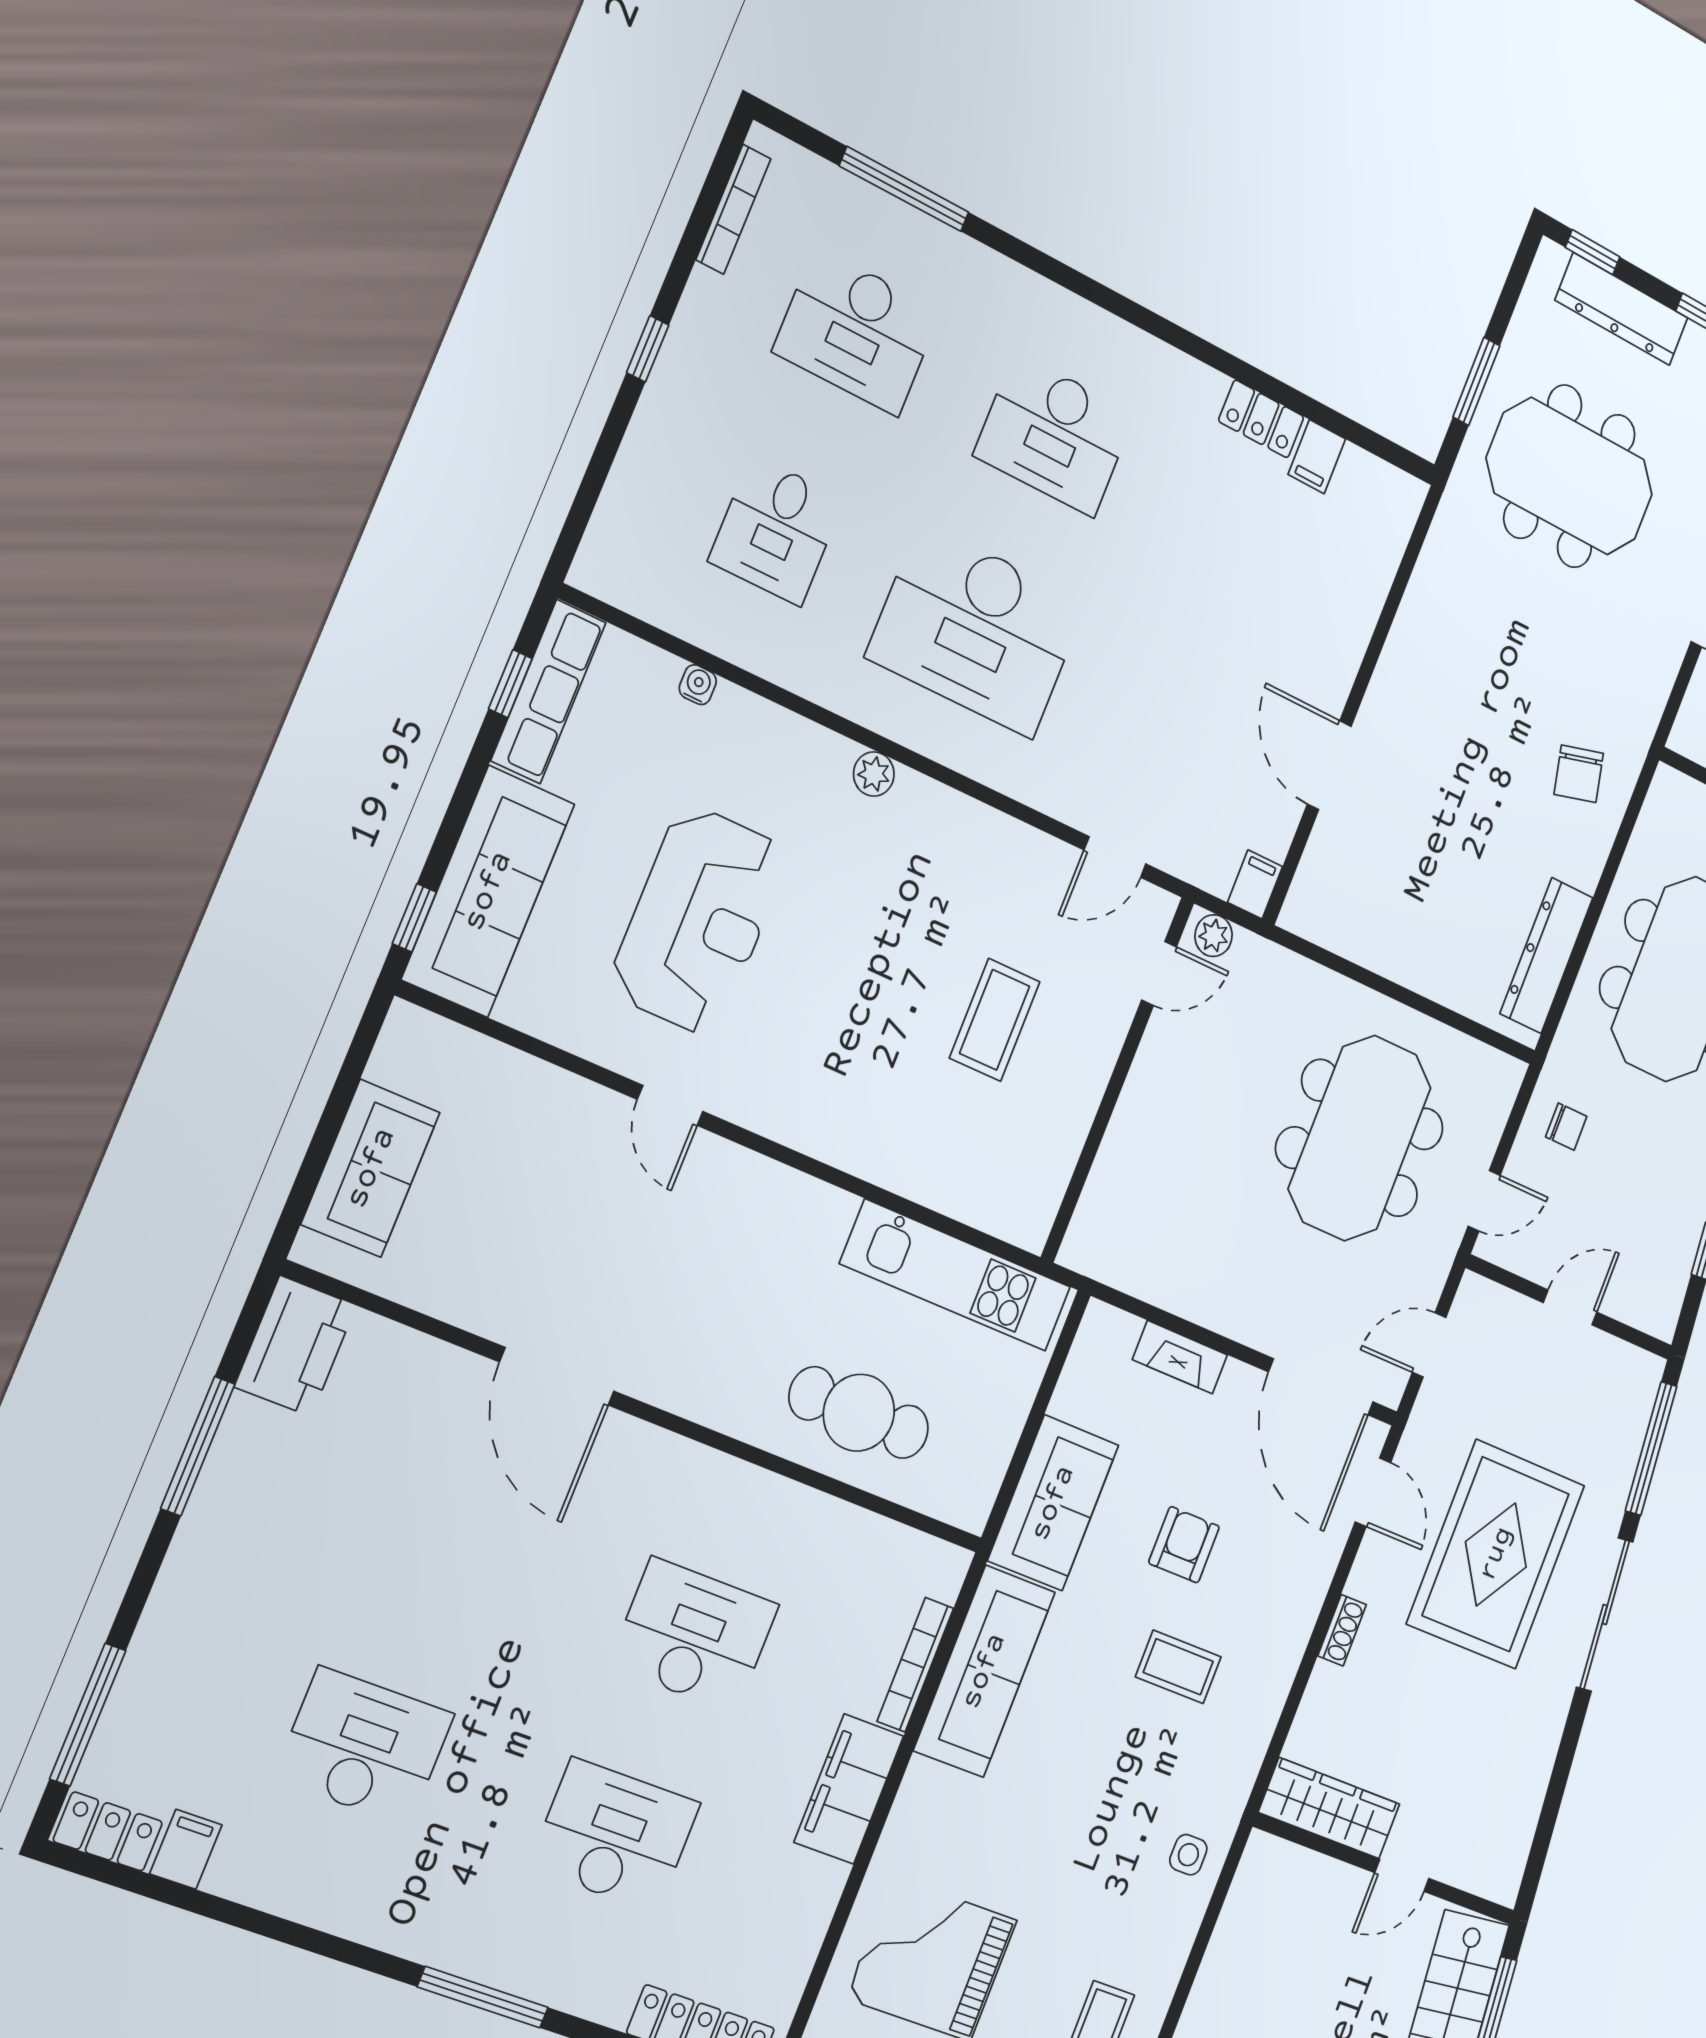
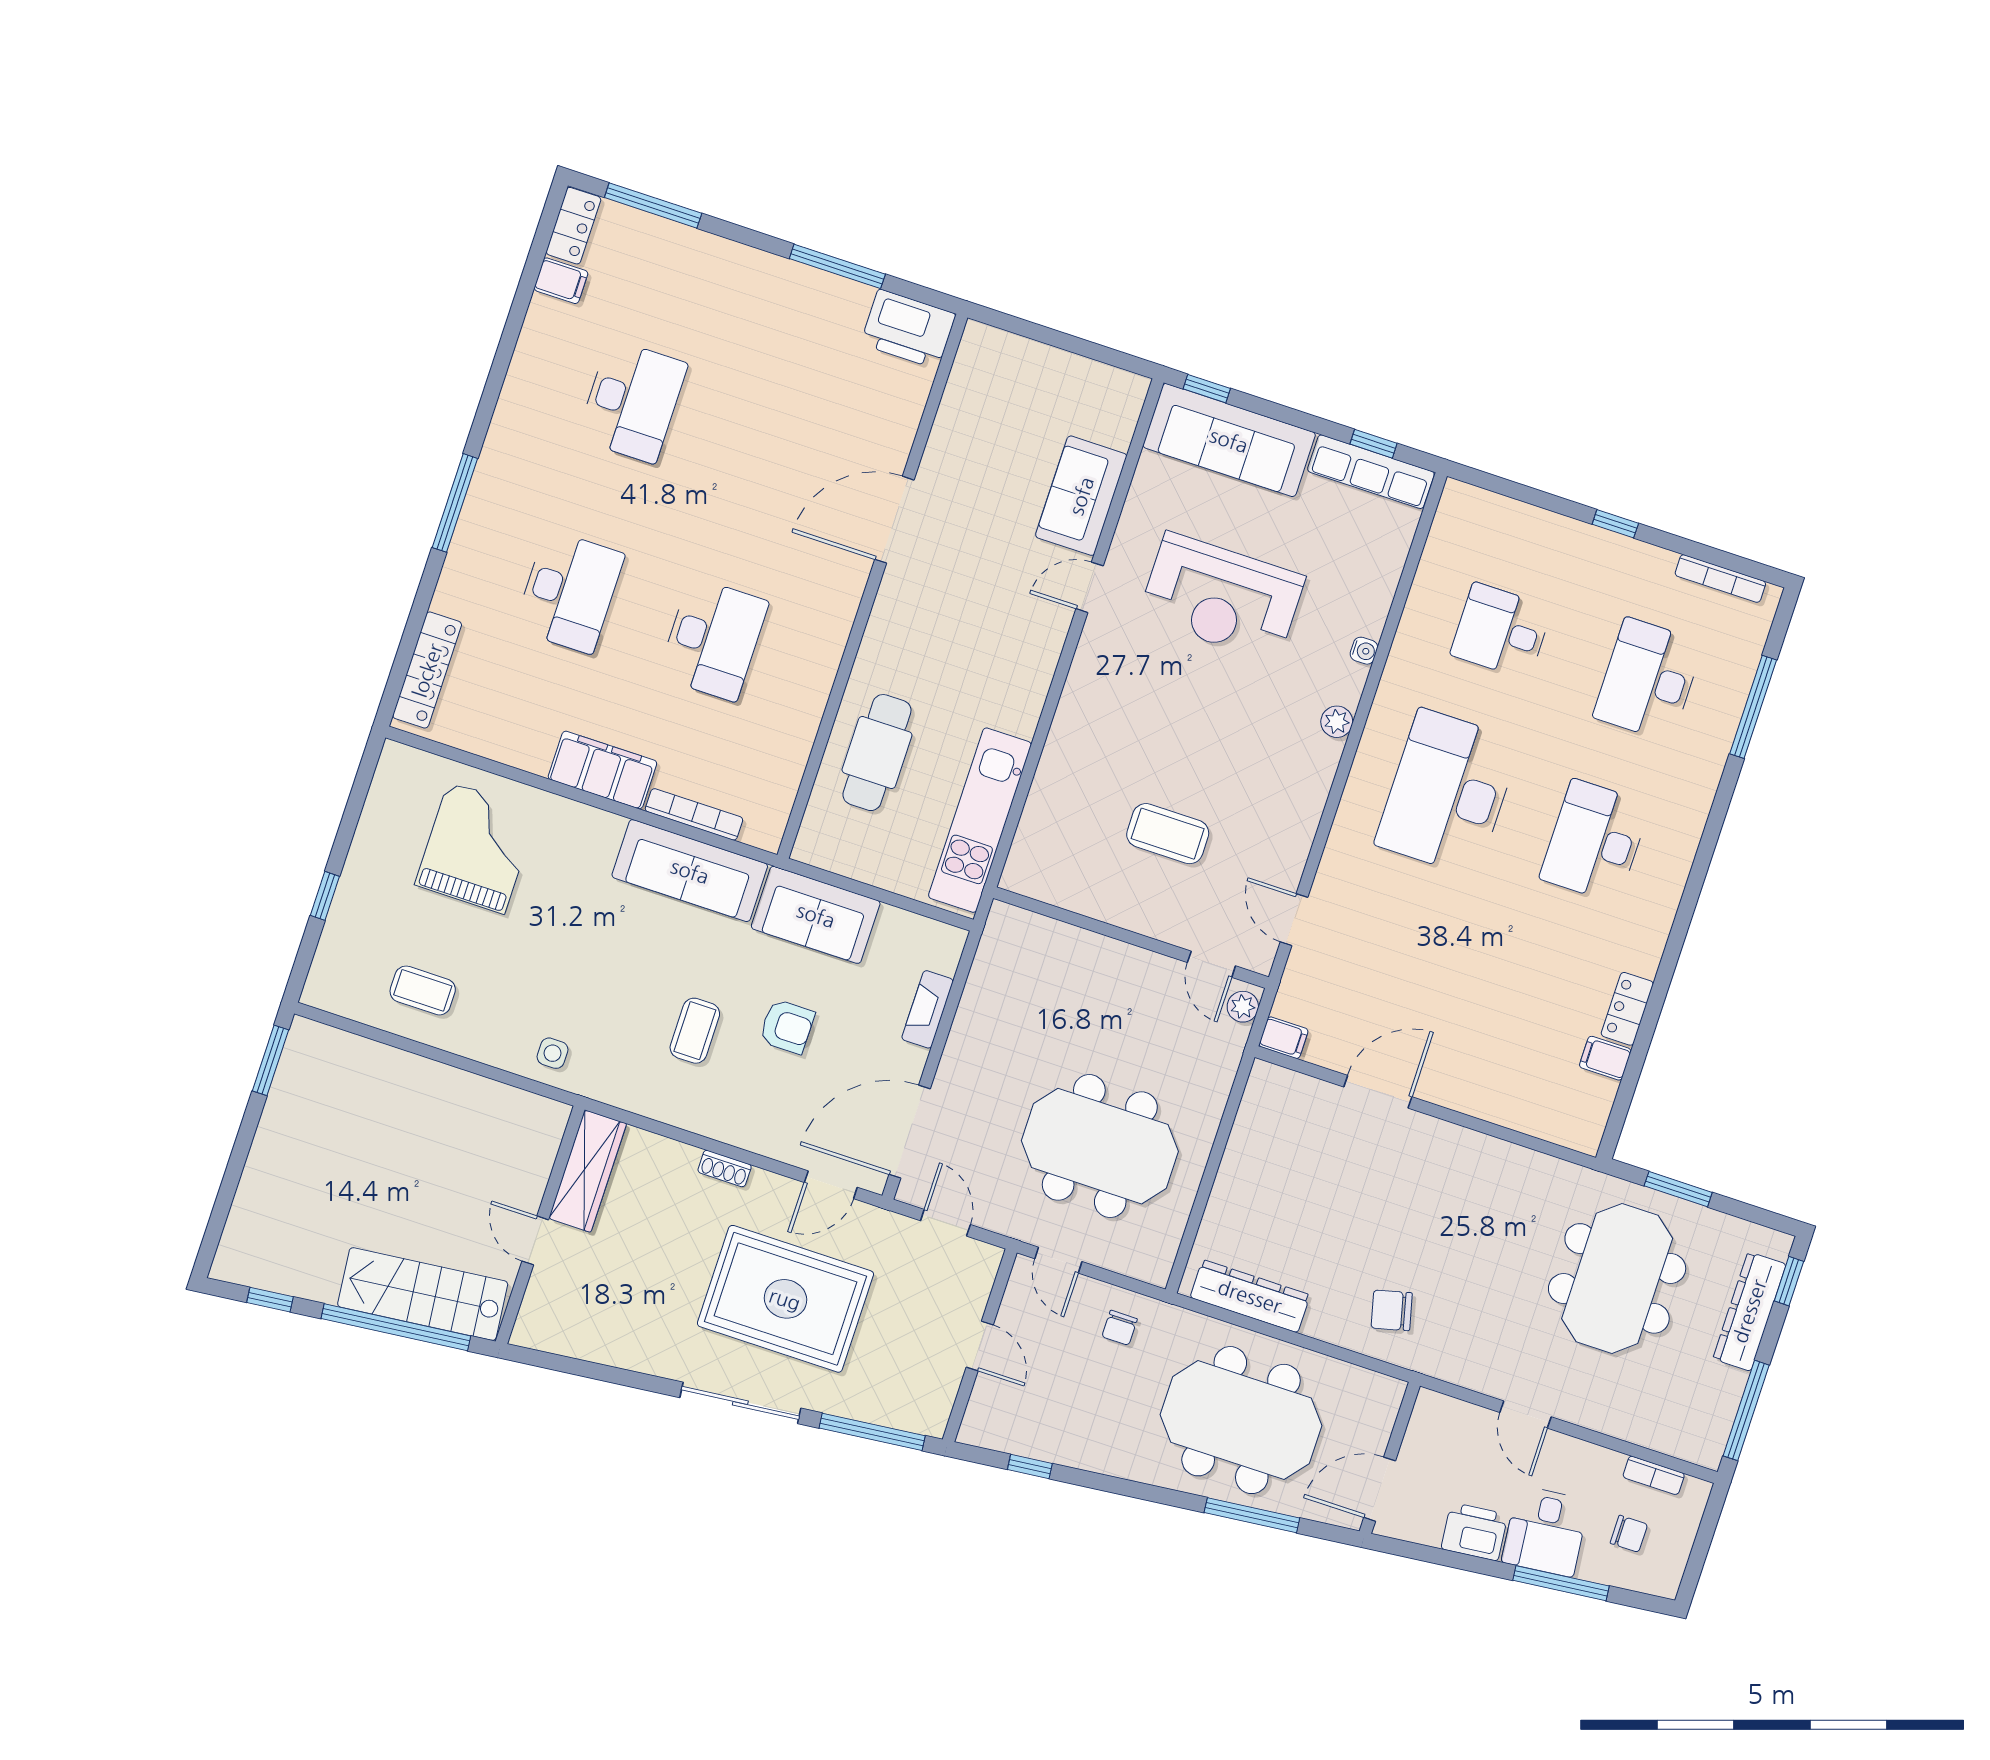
water cooler: (698, 685) -> (1364, 651), moved
sofa: (371, 1168) -> (1081, 496), moved, turned 90

